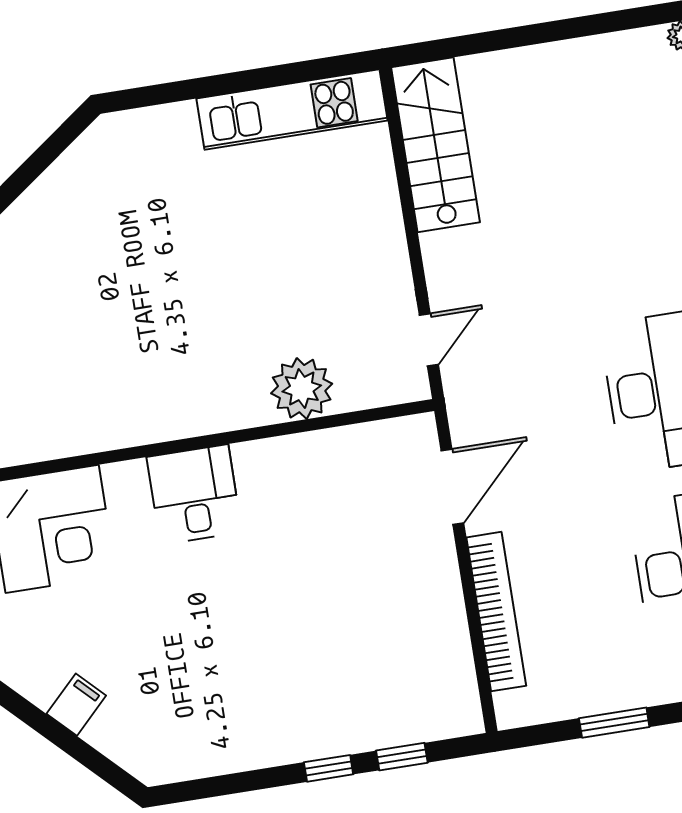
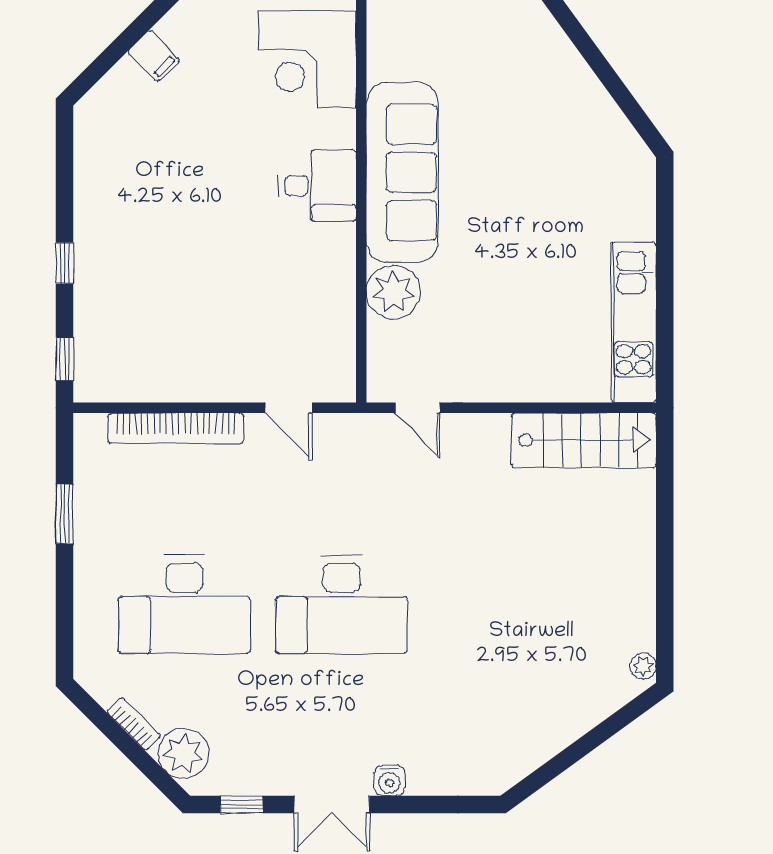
sofa: (163, 400) -> (402, 172), added
door: (452, 487) -> (289, 408), width x0.73
window: (402, 757) -> (65, 359), moved

